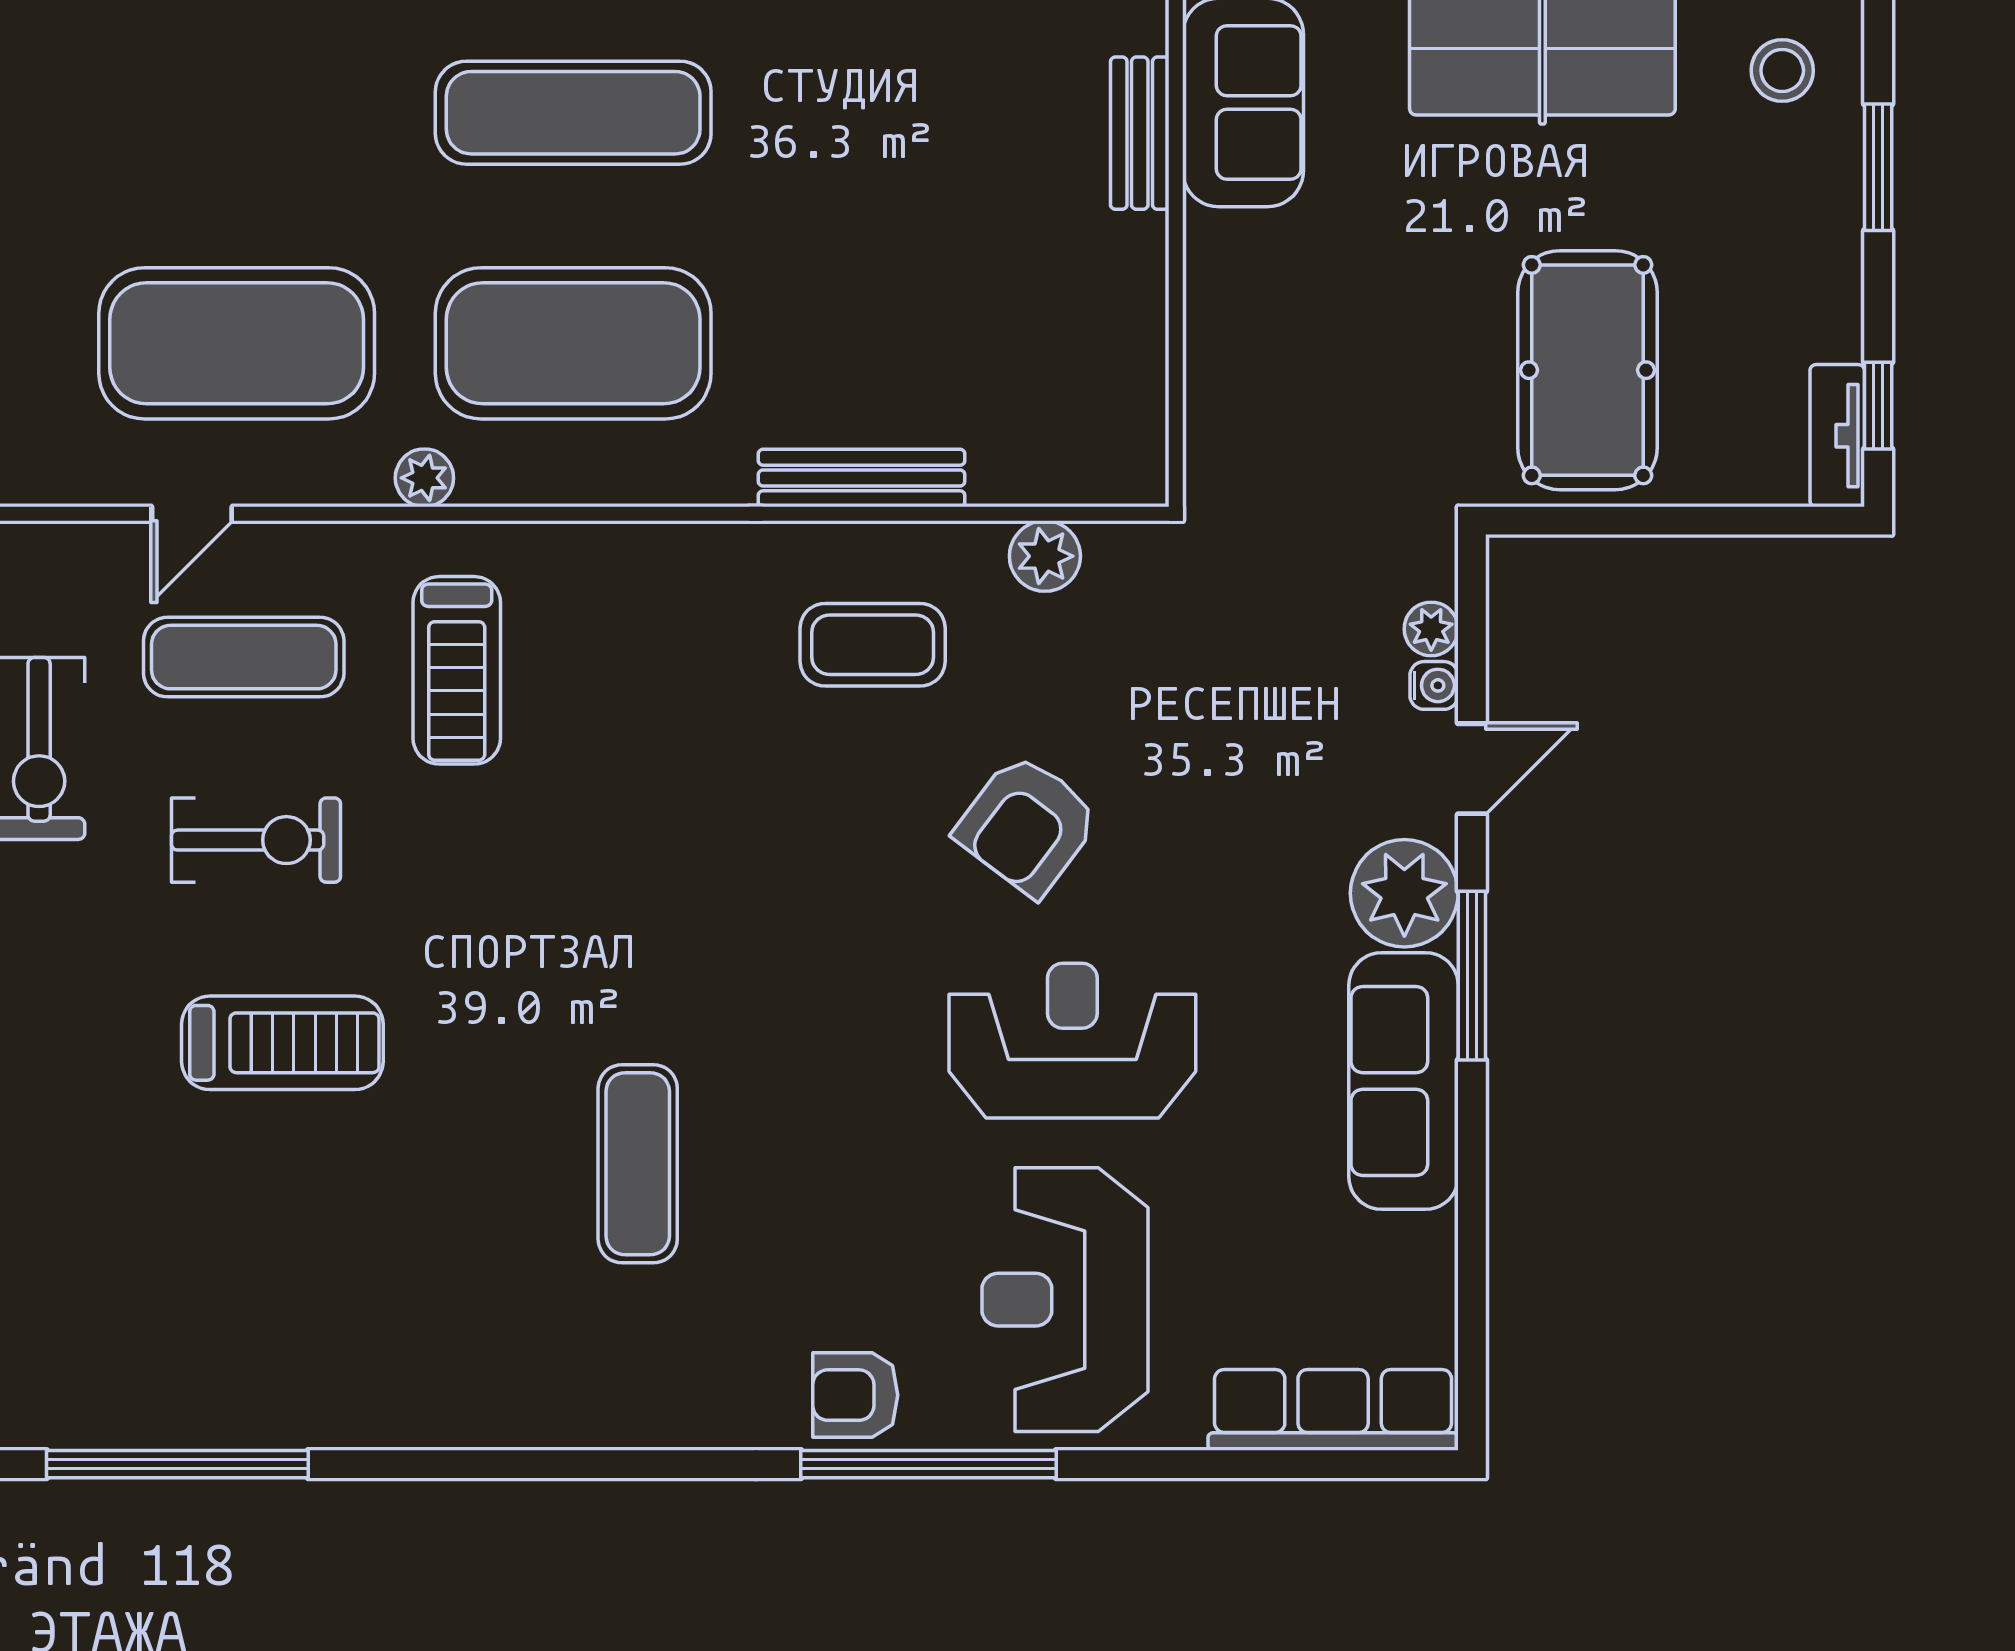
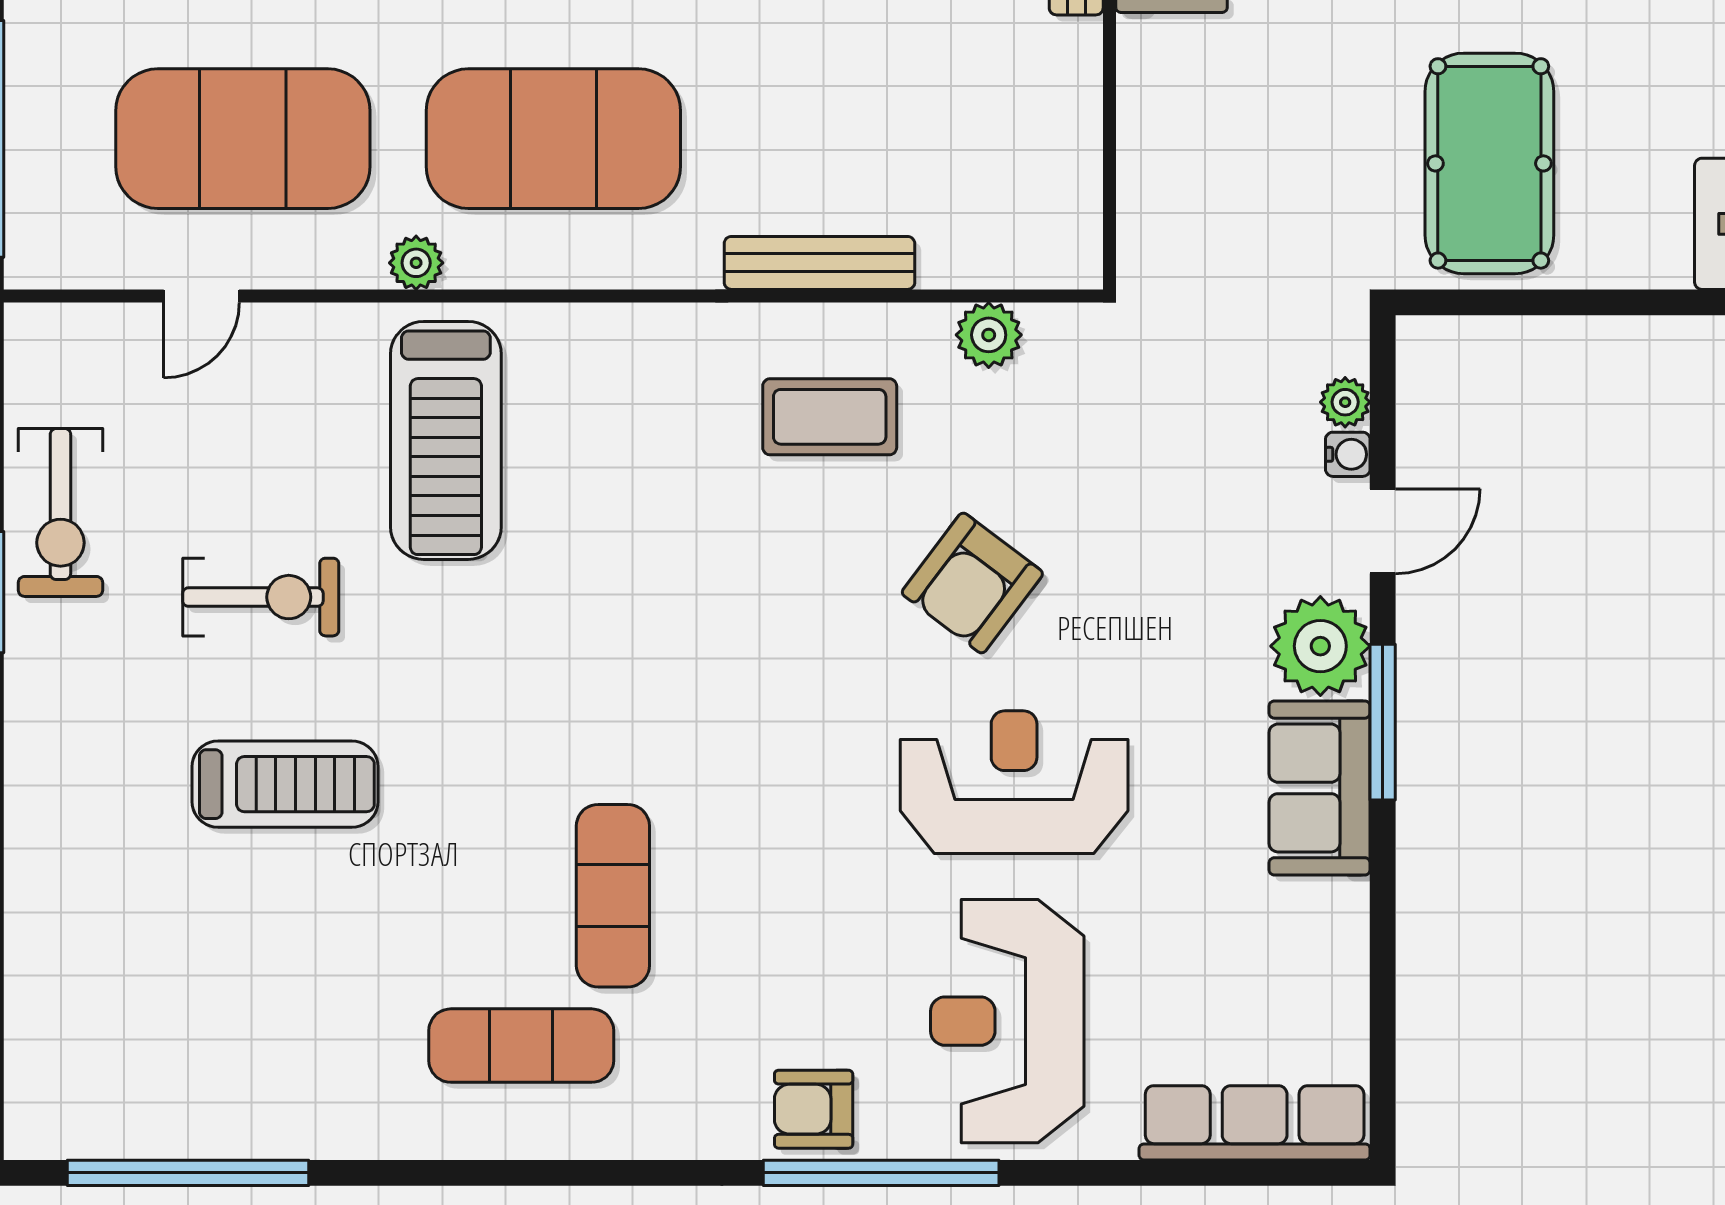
exercise mat: (244, 657) -> (521, 1046), moved
treadmill: (457, 670) -> (446, 440), width x1.37, depth x1.38
sofa: (1404, 1081) -> (1320, 788), width x0.73

